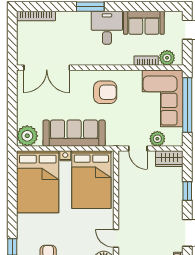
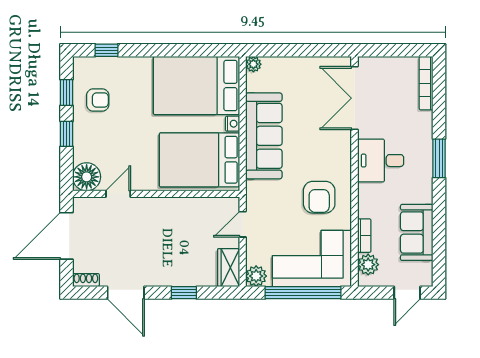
desk: (107, 28) -> (381, 161), moved, turned 180
armchair: (105, 92) -> (319, 197), moved
plant: (27, 136) -> (253, 64), width x0.53, depth x0.53
plant: (157, 139) -> (256, 276), moved

